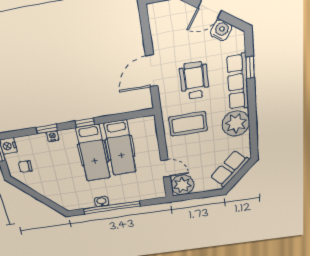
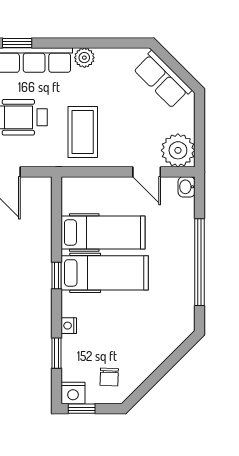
plant: (236, 123) -> (84, 58), width x0.53, depth x0.53
window: (47, 129) -> (57, 353), moved
door: (166, 168) -> (147, 172), swing flipped
washbasin: (102, 201) -> (187, 187), moved

